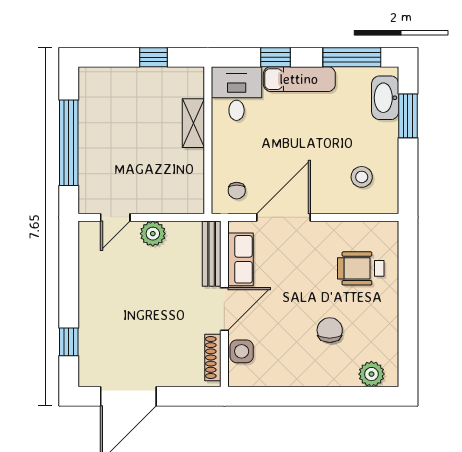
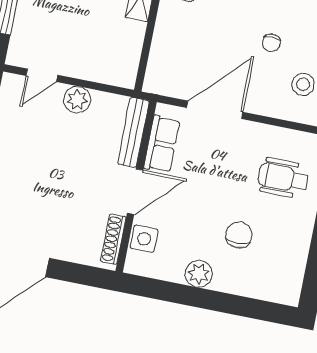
chair: (237, 191) -> (271, 43), moved
plant: (371, 374) -> (199, 274), moved

